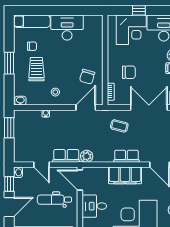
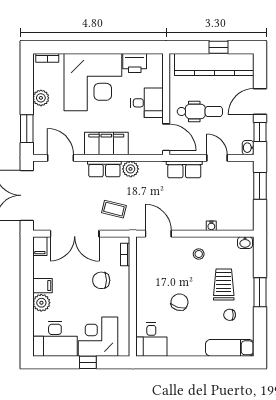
desk: (67, 28) -> (151, 339), moved, width x0.73
trolley: (36, 69) -> (224, 284), turned 180
chair: (87, 77) -> (179, 302), moved
door: (86, 107) -> (158, 234), swing flipped
window: (9, 128) -> (260, 186), moved
plant: (87, 156) -> (131, 169), moved

